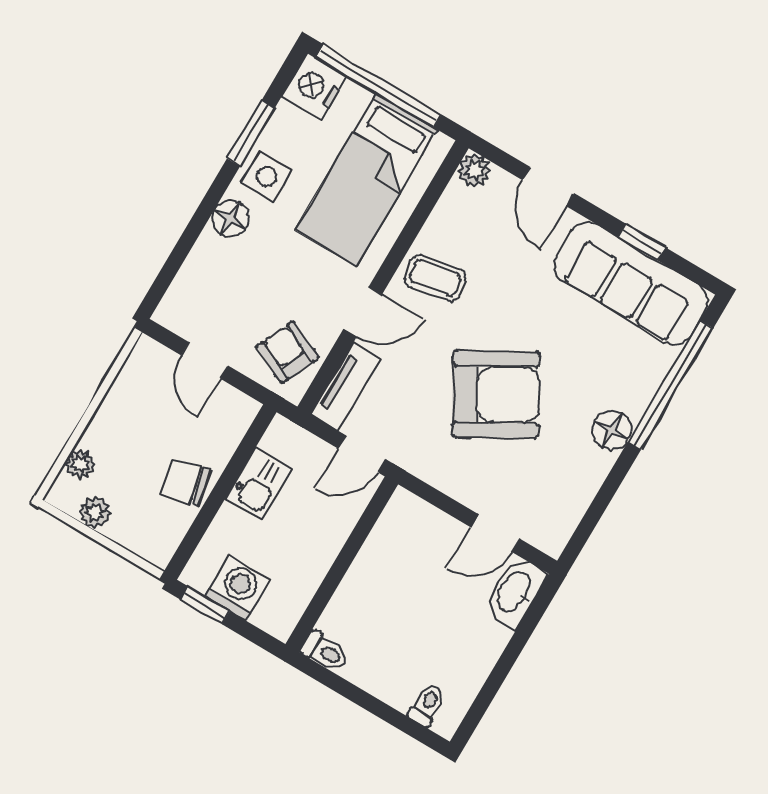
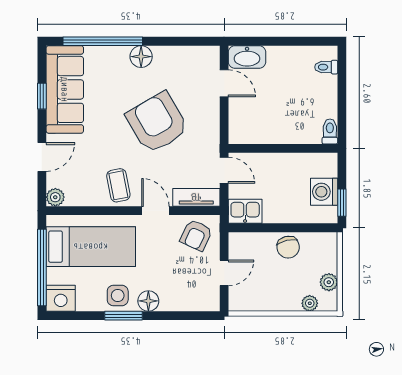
window: (251, 133) -> (124, 316), moved
kitchen sink: (259, 484) -> (245, 211), moved

